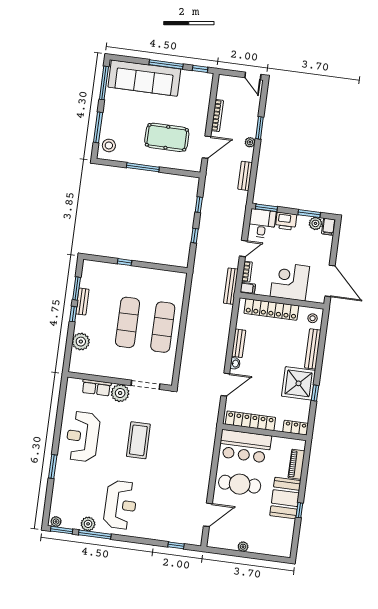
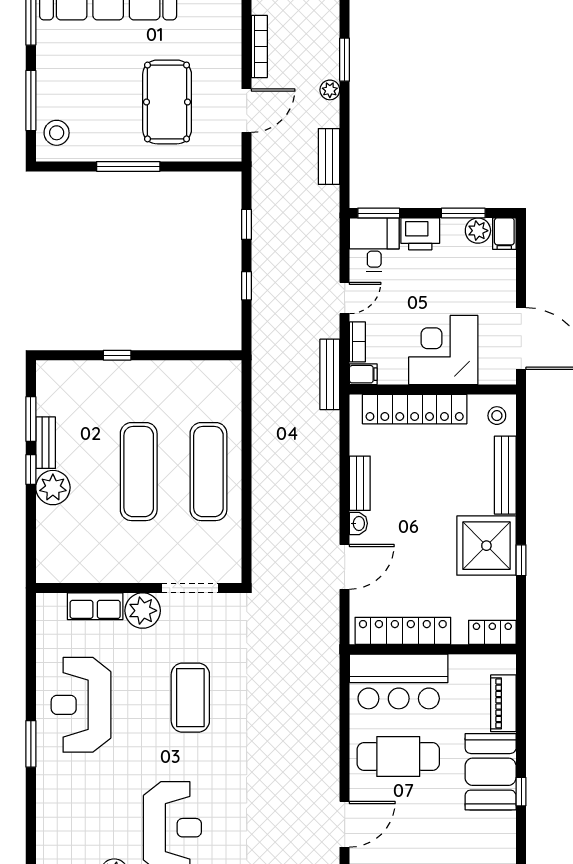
pool table: (167, 137) -> (167, 102), turned 90
plant: (81, 342) -> (53, 488), moved
window: (53, 467) -> (31, 744), moved

